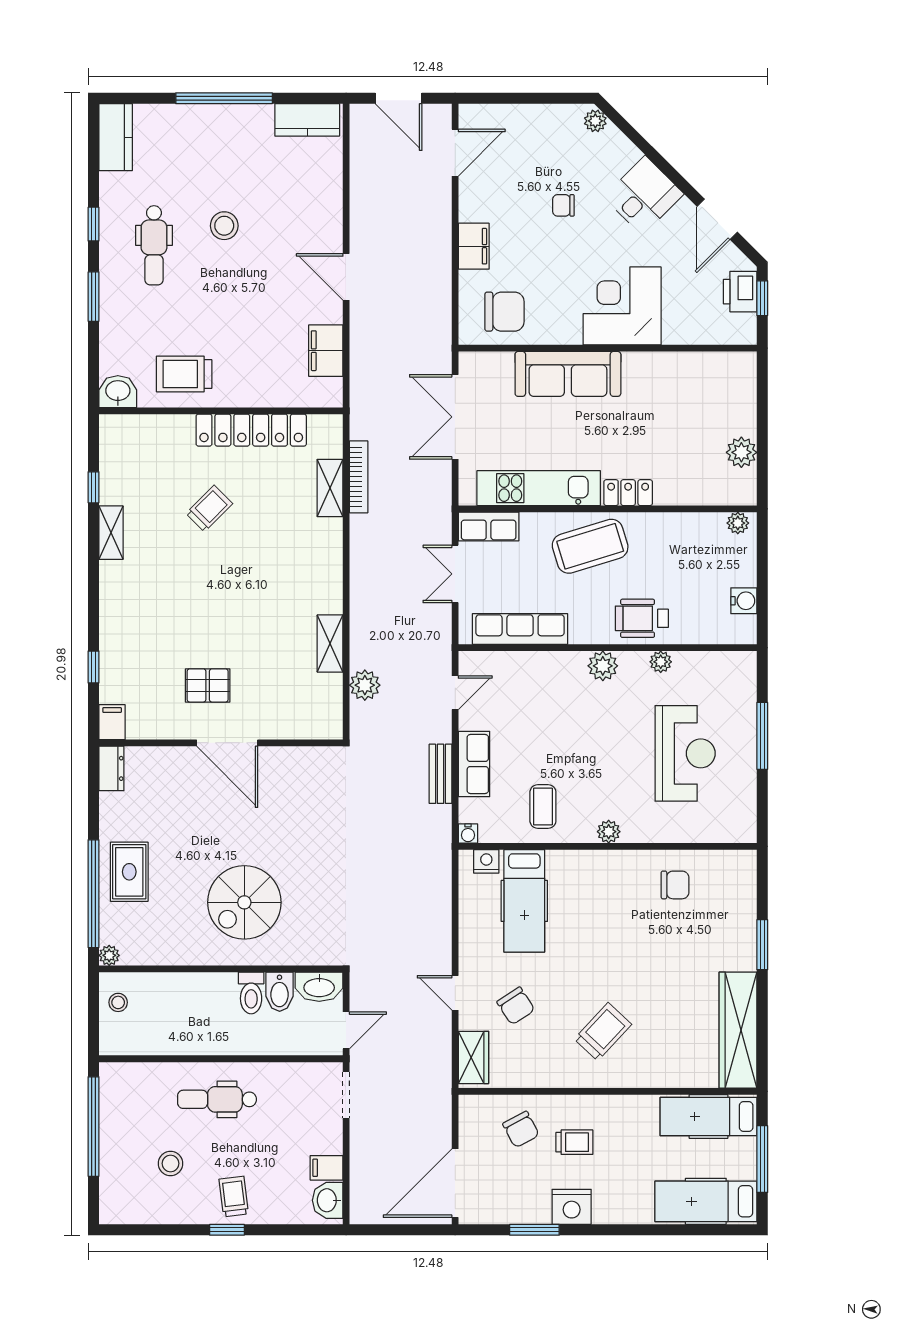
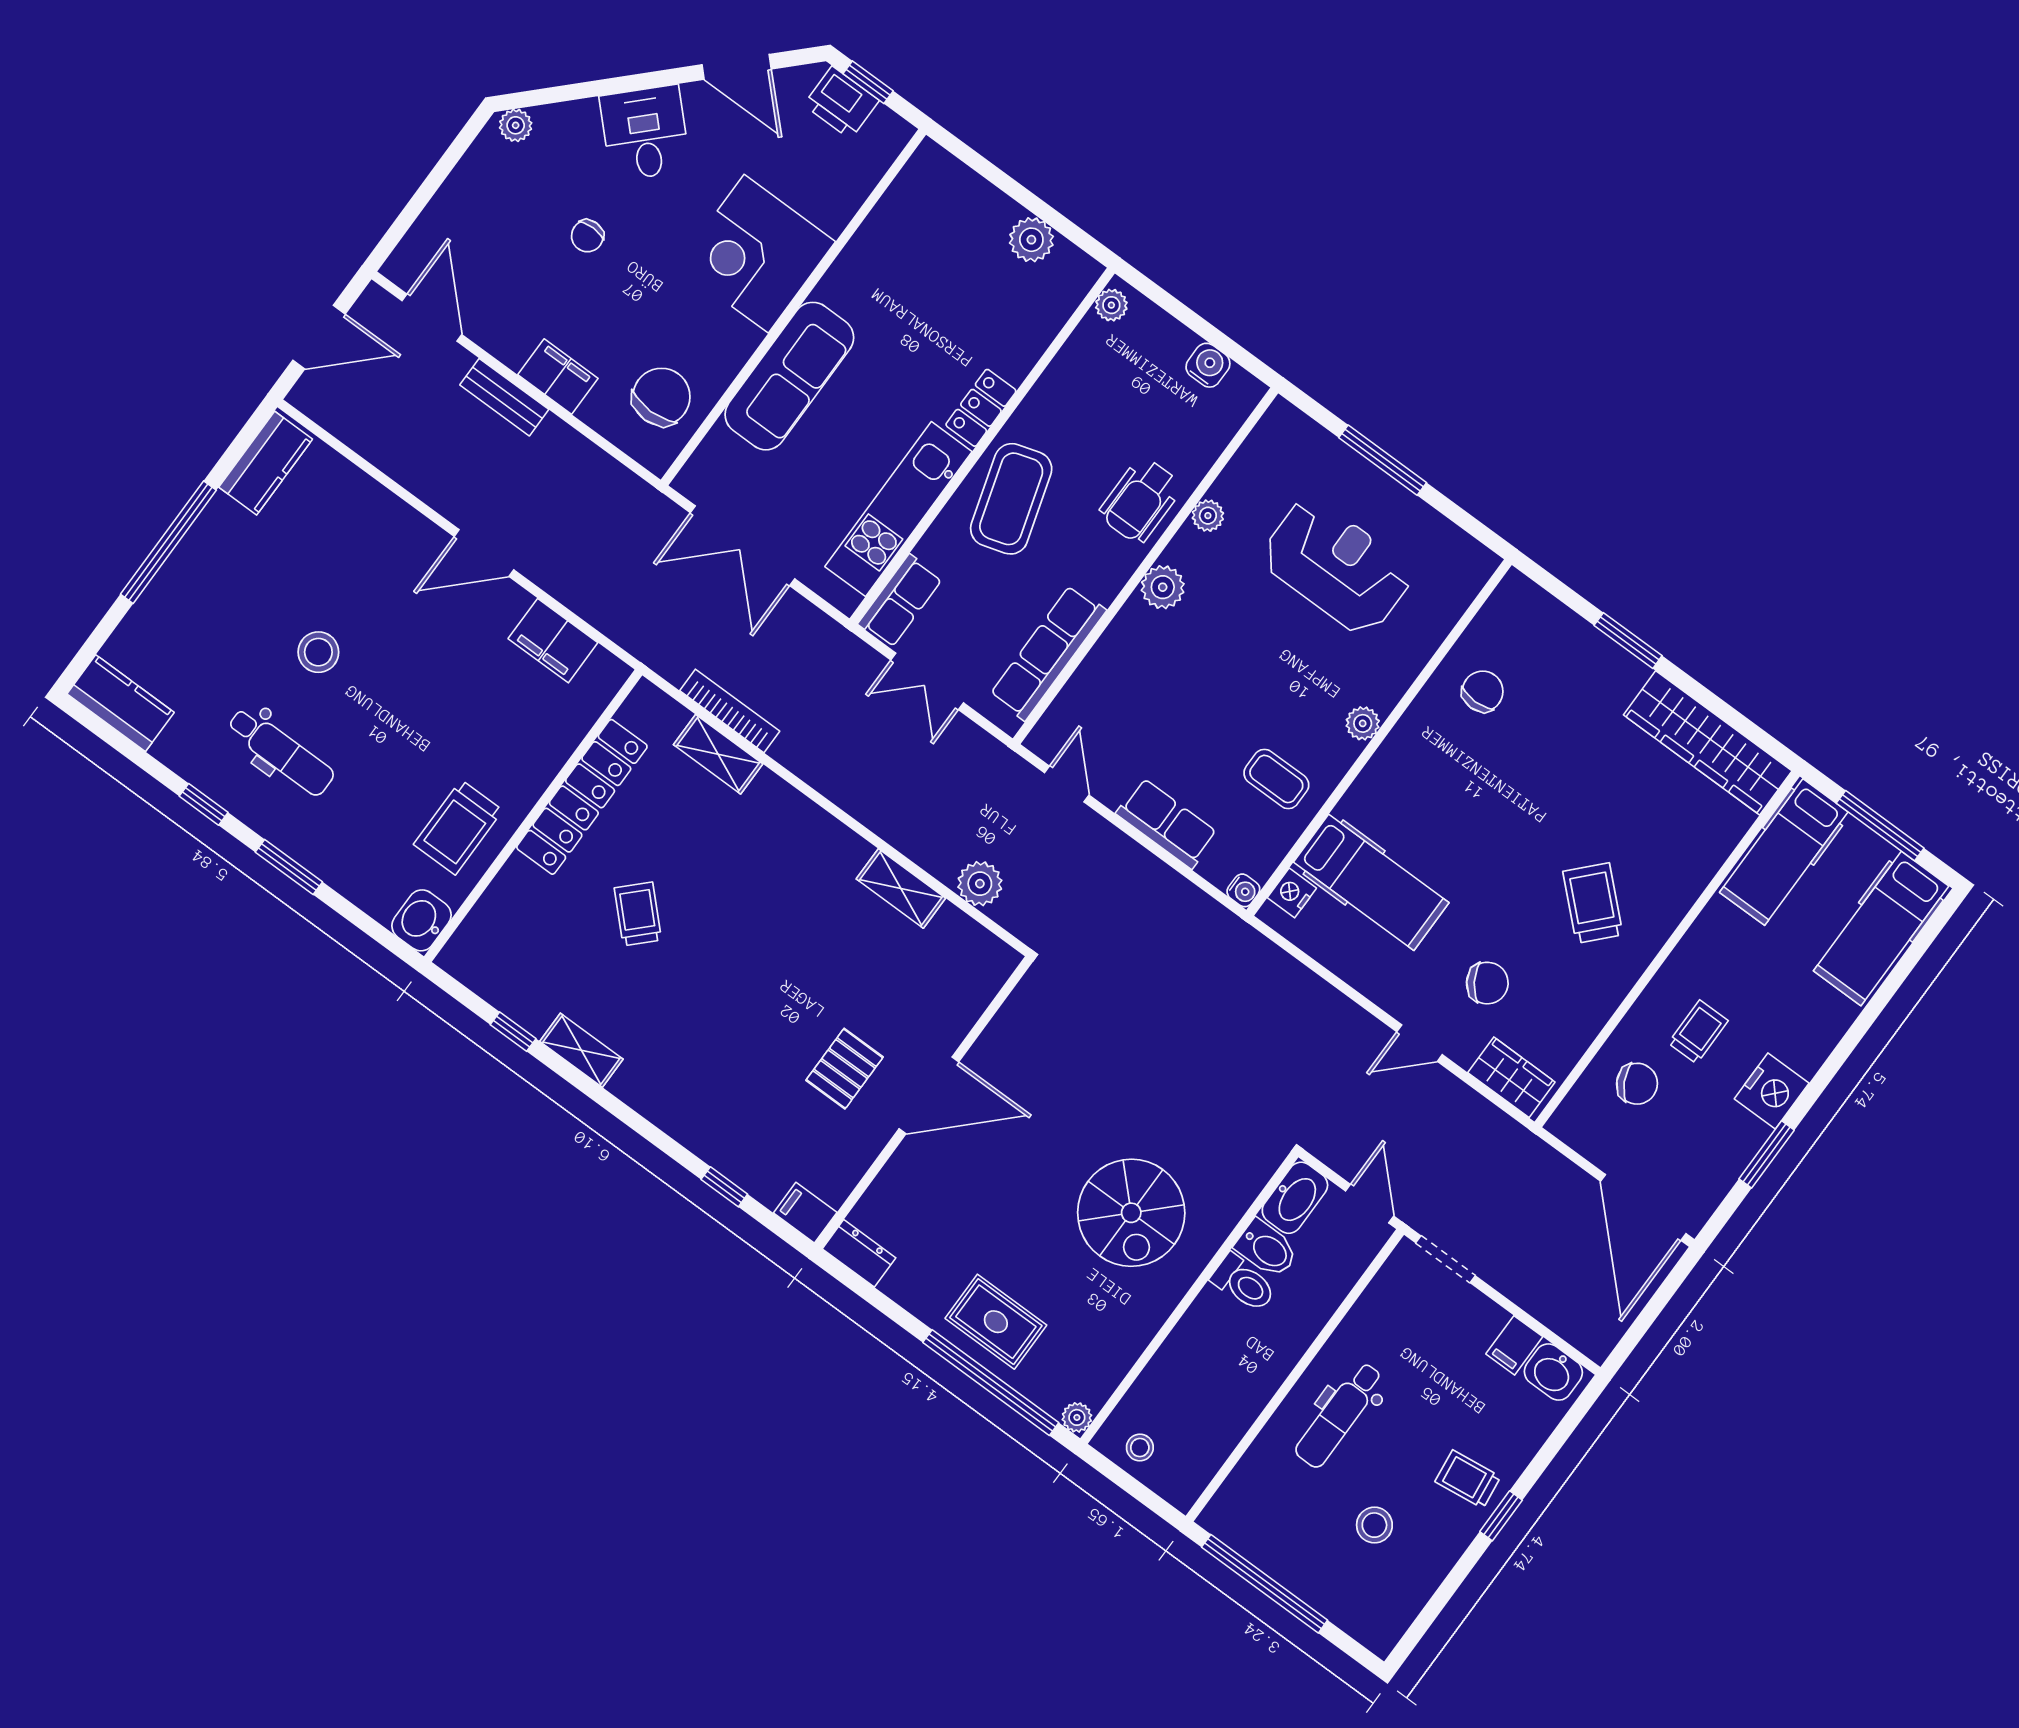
bench: (441, 774) -> (504, 397), moved

